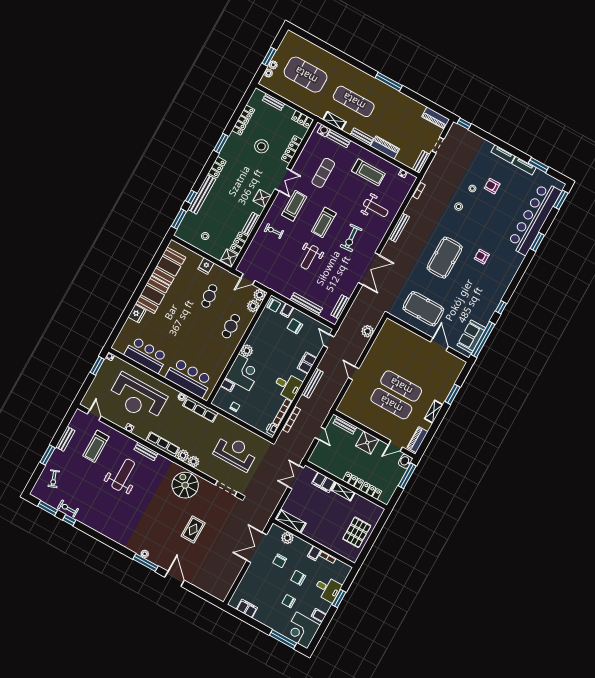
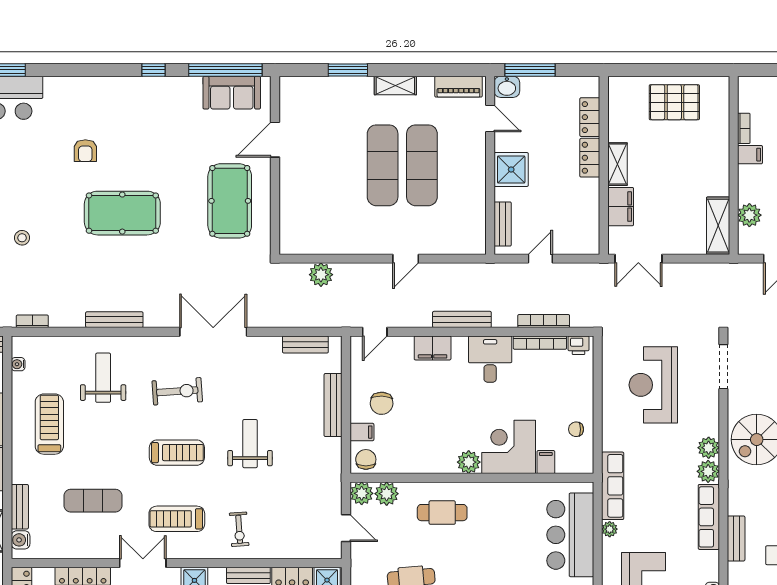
weight bench: (310, 257) -> (250, 444), turned -90

